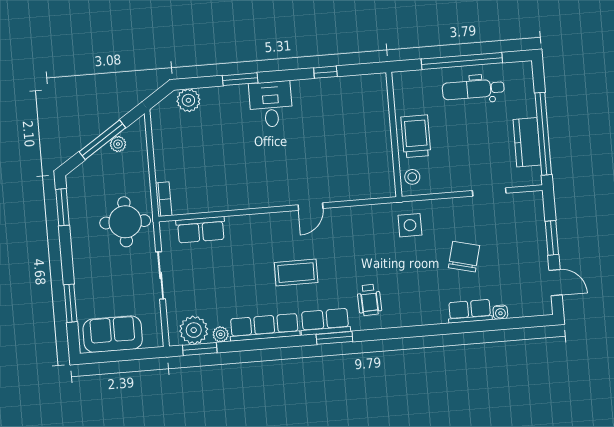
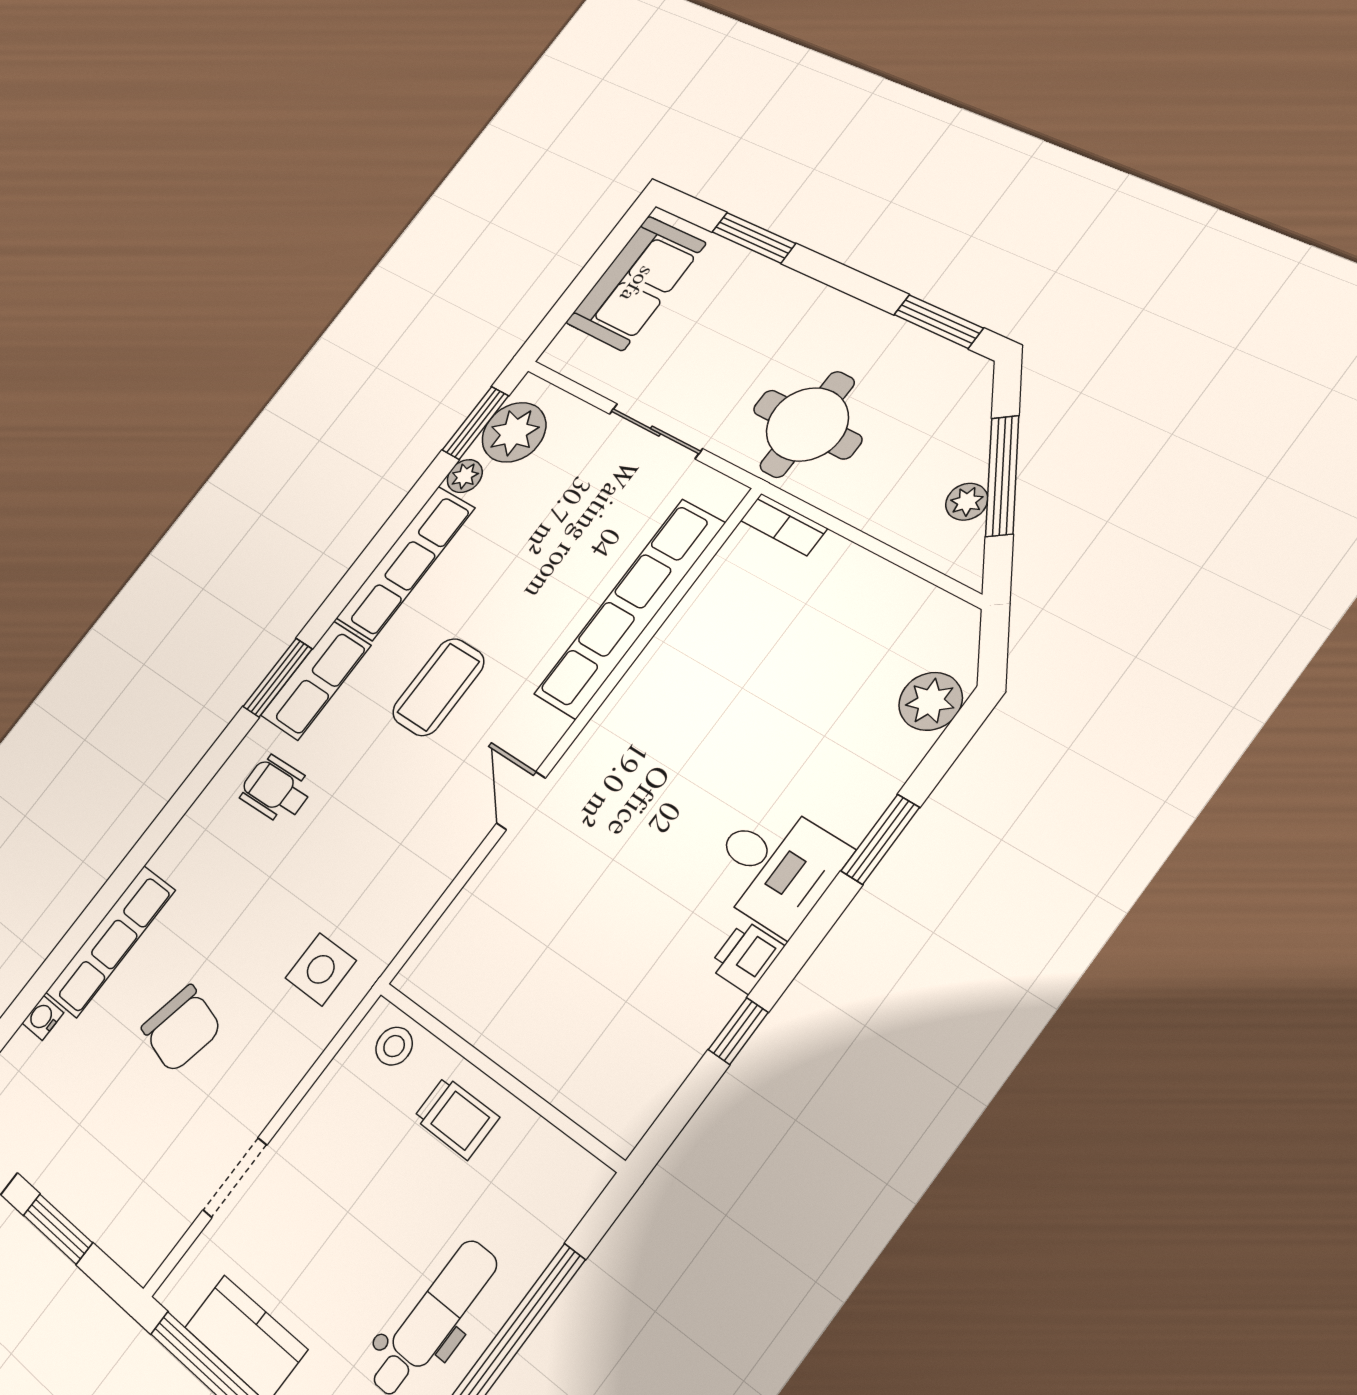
printer: (303, 89) -> (746, 957), added
trolley: (416, 136) -> (456, 1118), width x0.73, depth x0.72
row of seats: (201, 230) -> (630, 608), width x2.02
row of seats: (470, 311) -> (110, 941), width x1.48

